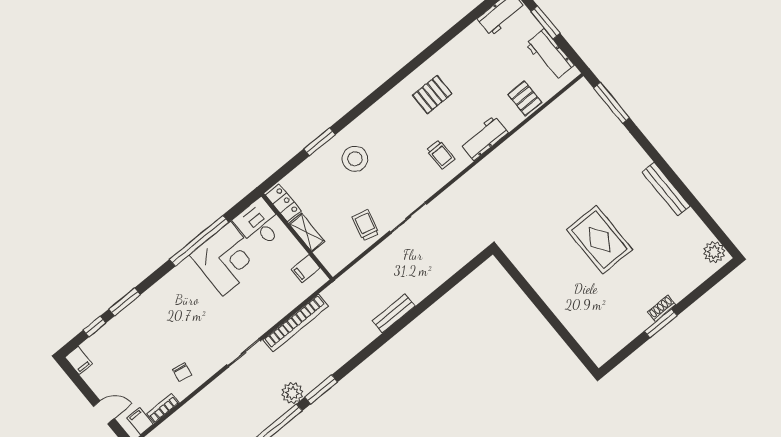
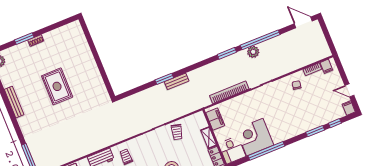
filing cabinet: (306, 269) -> (215, 119), width x2.00
window: (417, 311) -> (164, 79), added
window: (661, 323) -> (24, 39), moved
plant: (292, 393) -> (253, 52), moved
door: (104, 412) -> (349, 90), moved

